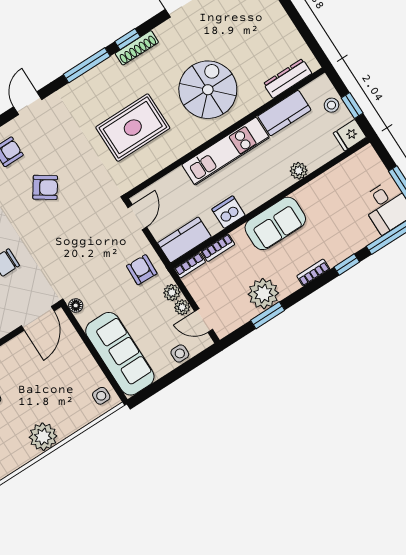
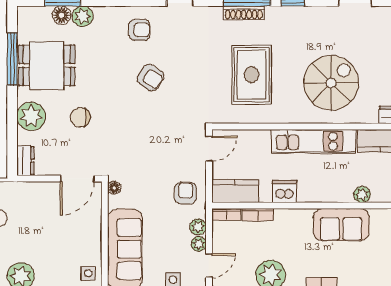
shoe rack: (137, 48) -> (244, 13), moved
rug: (133, 128) -> (251, 75), turned 90
sofa: (275, 223) -> (341, 225), moved
door: (204, 320) -> (209, 265), swing flipped

